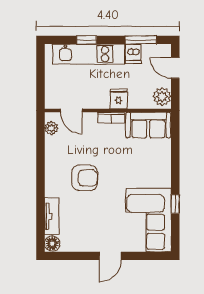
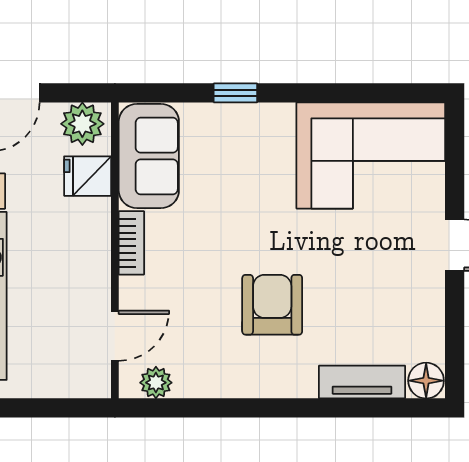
fridge: (119, 99) -> (88, 176), moved
window: (175, 204) -> (235, 93), moved

